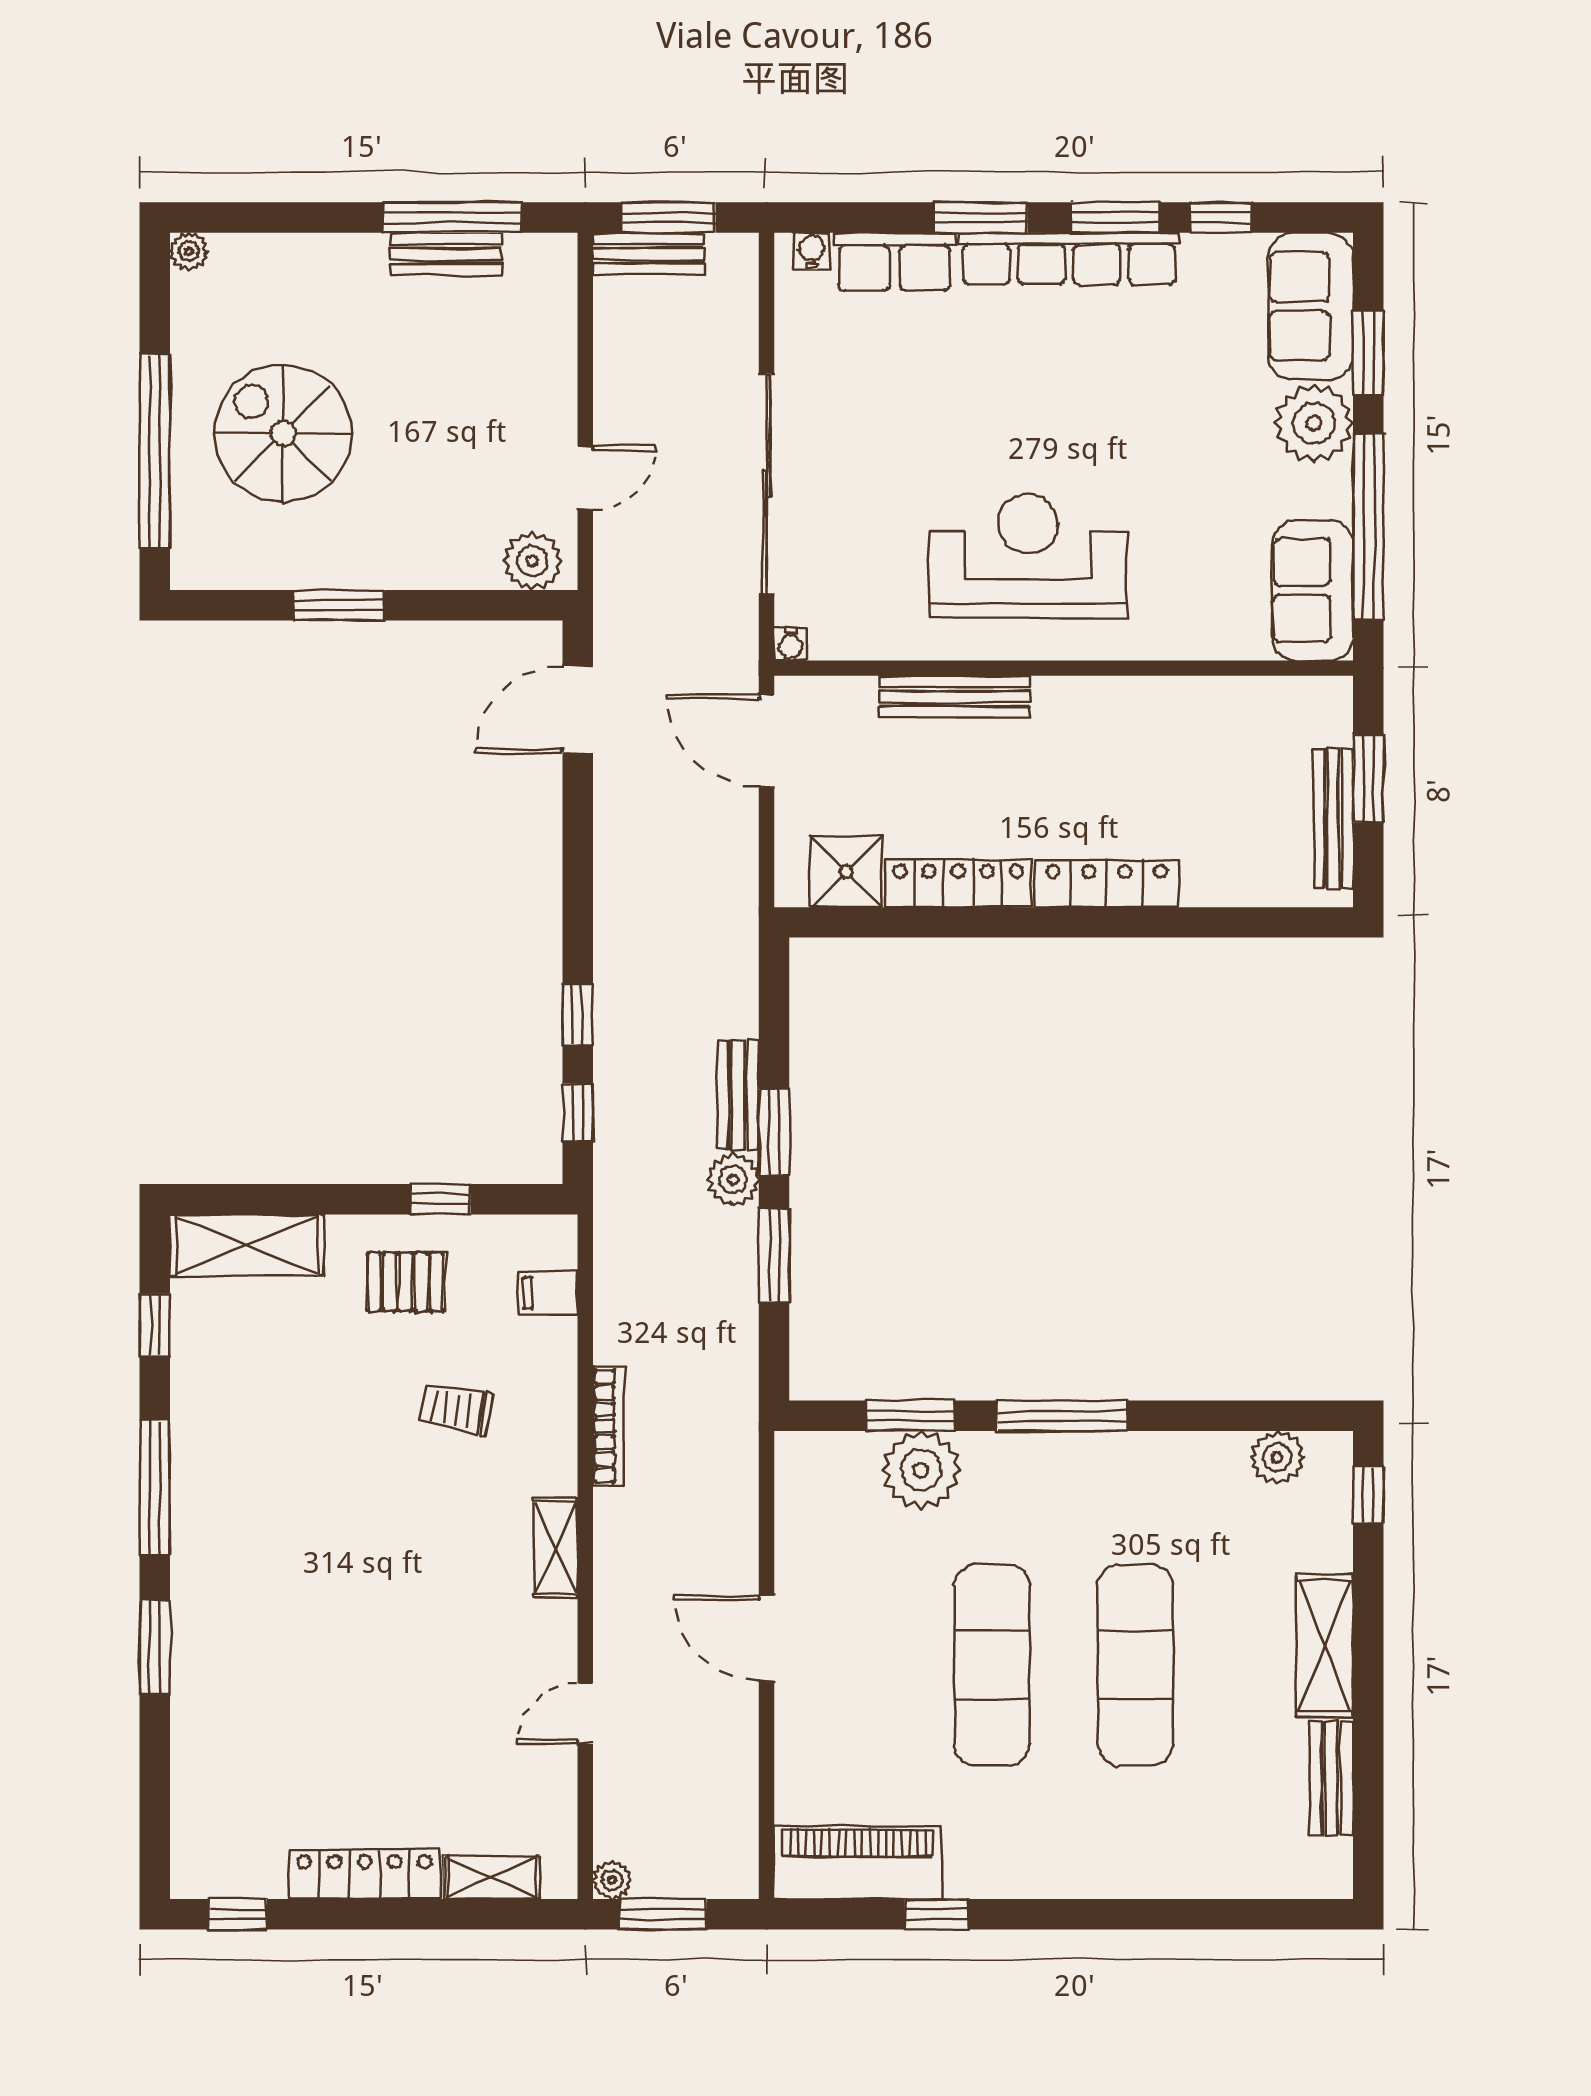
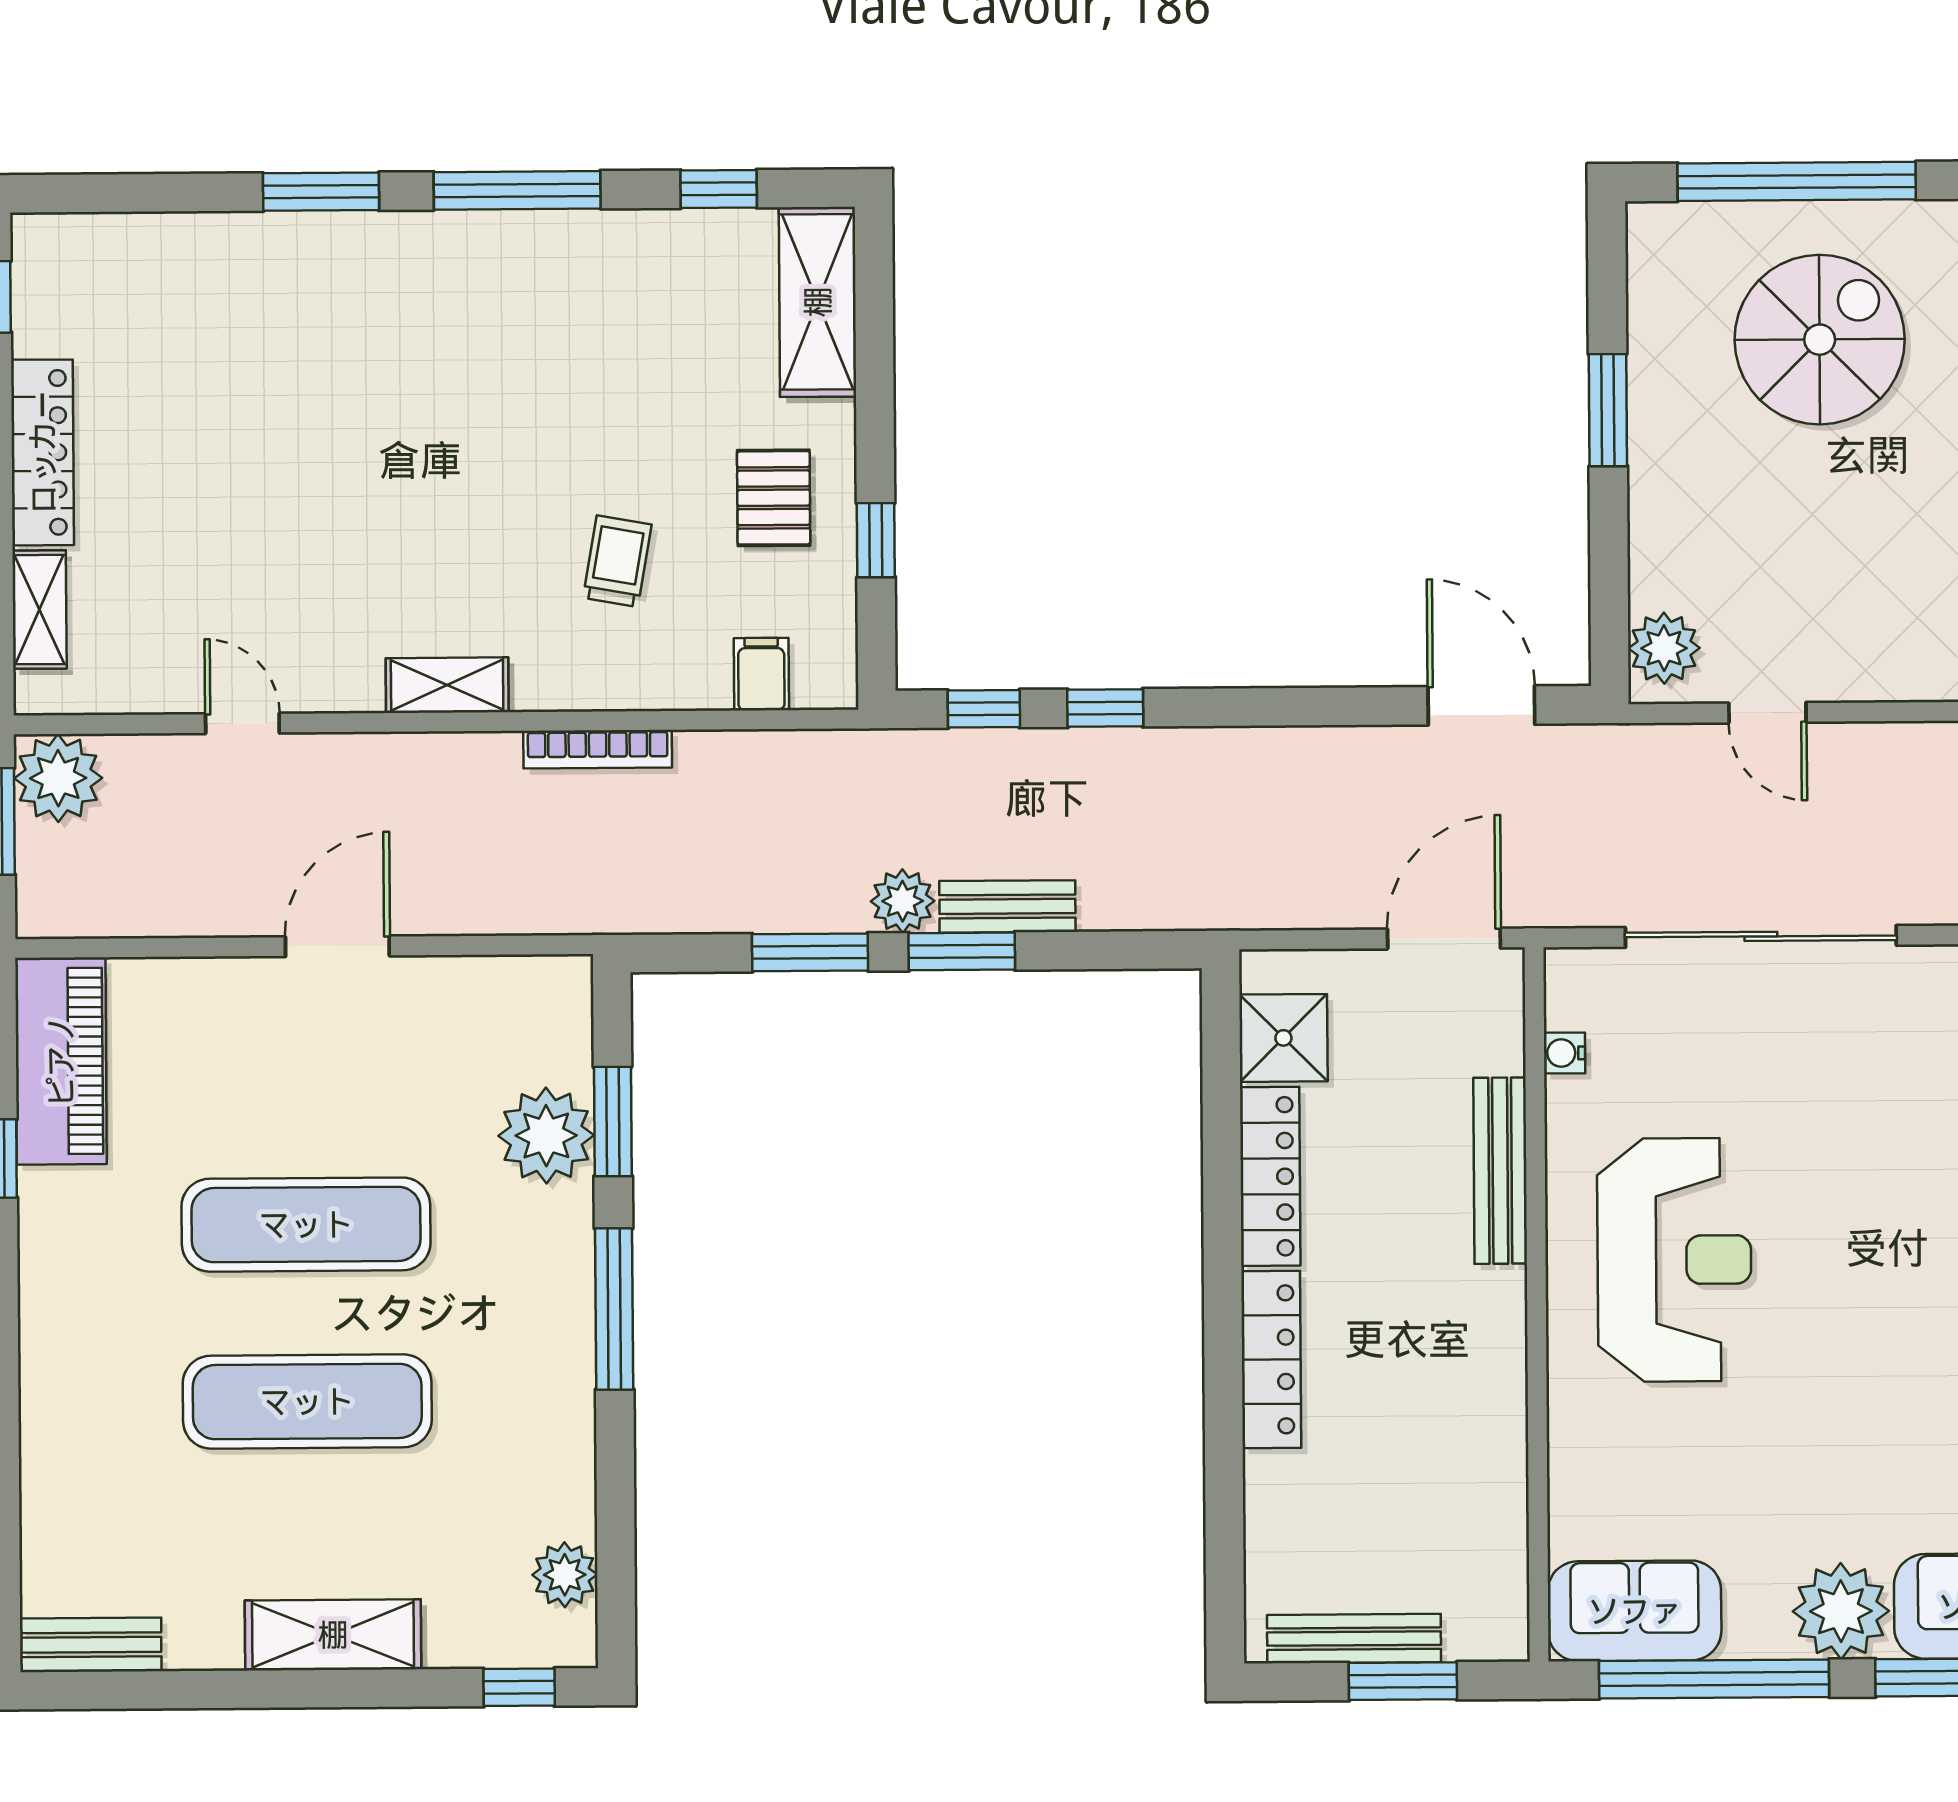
water cooler: (791, 644) -> (1564, 1053), moved
bench: (1331, 1778) -> (91, 1645), moved
plant: (612, 1880) -> (58, 778), width x1.88, depth x1.88

